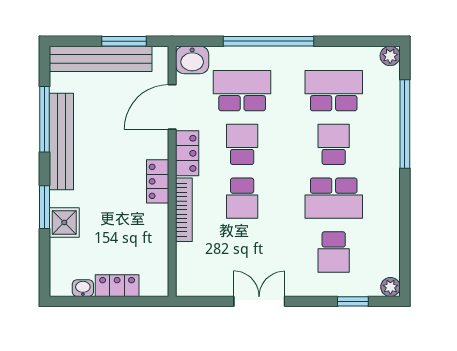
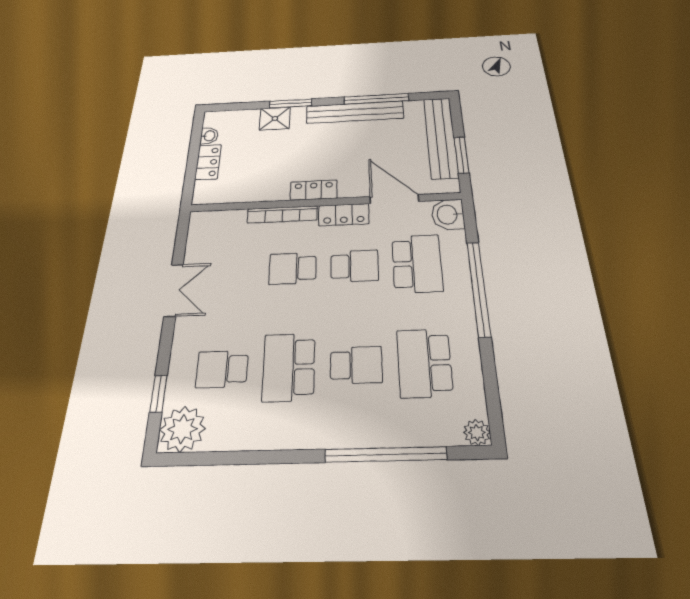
school desk: (334, 91) -> (424, 363), turned 180
plant: (390, 287) -> (182, 429), width x1.88, depth x1.88

